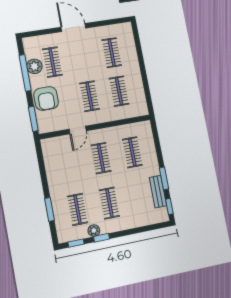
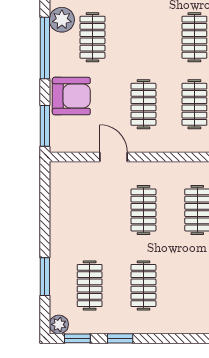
plant: (34, 66) -> (62, 20), moved
armchair: (46, 98) -> (71, 96), turned -90
door: (78, 130) -> (114, 157), swing flipped
plant: (94, 231) -> (59, 324), moved

